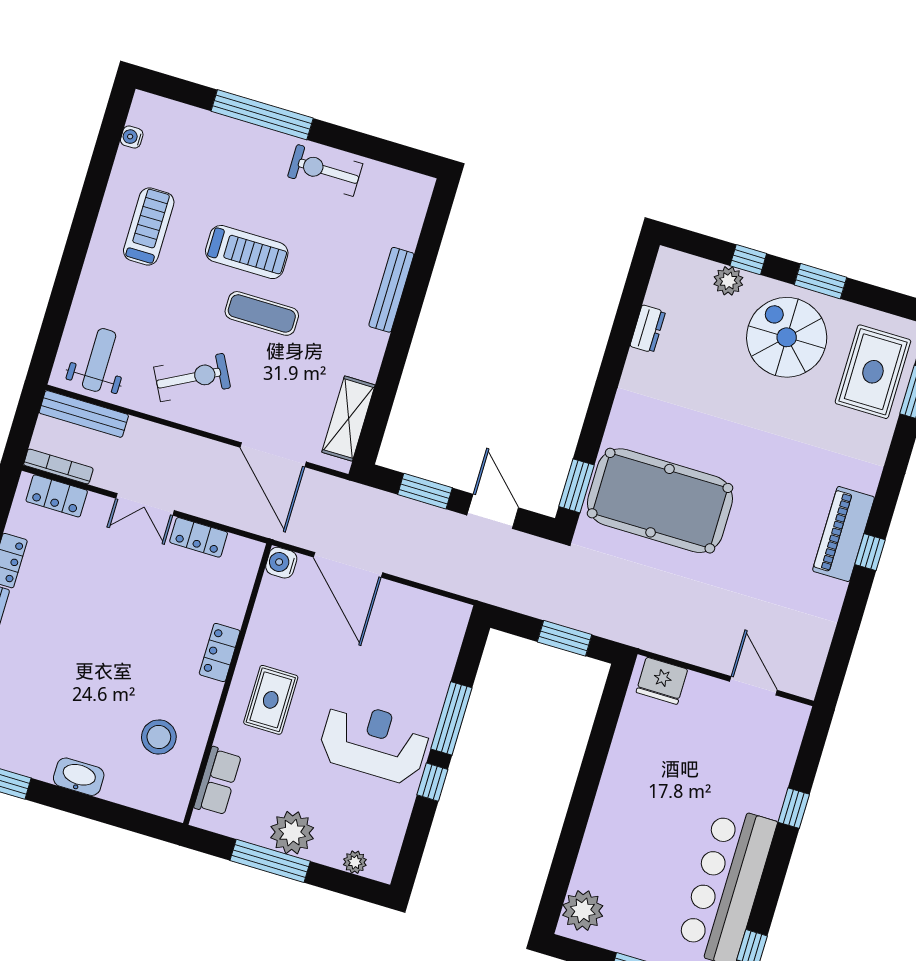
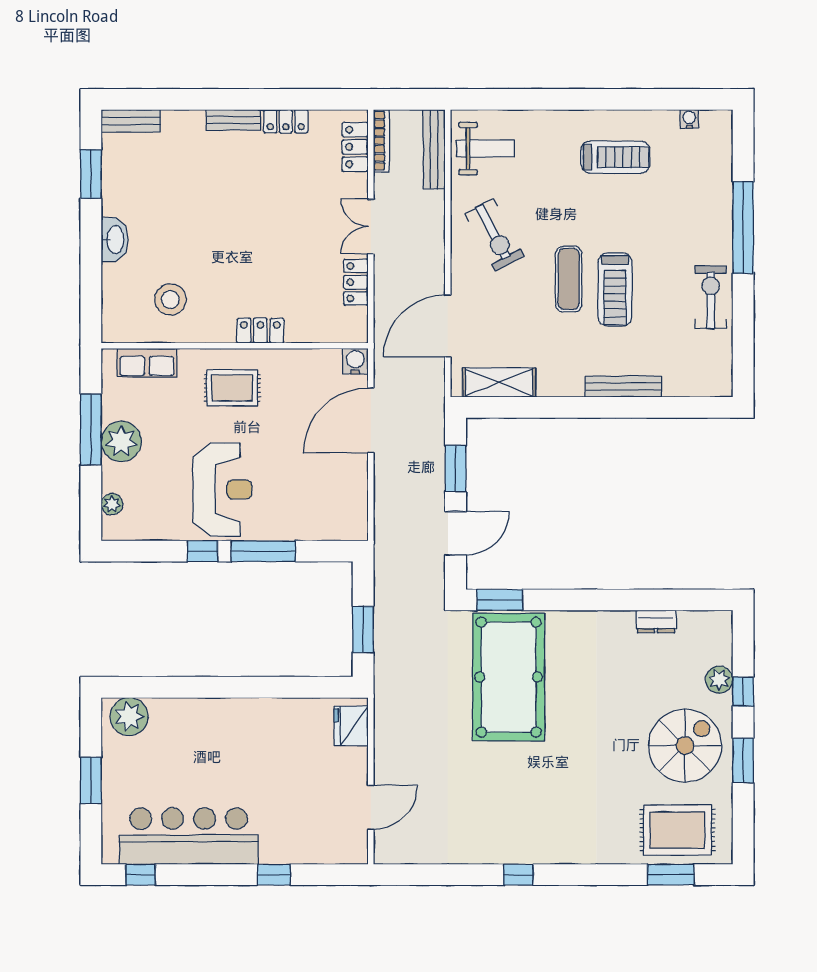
treadmill: (247, 252) -> (615, 290), moved
piano: (843, 534) -> (527, 847), removed

